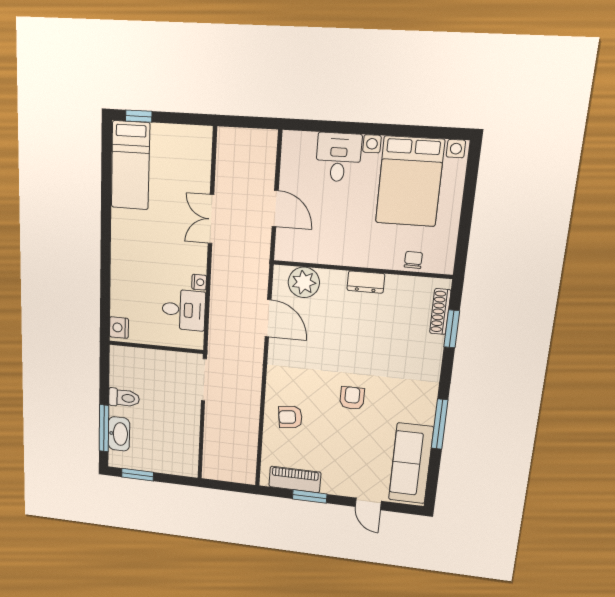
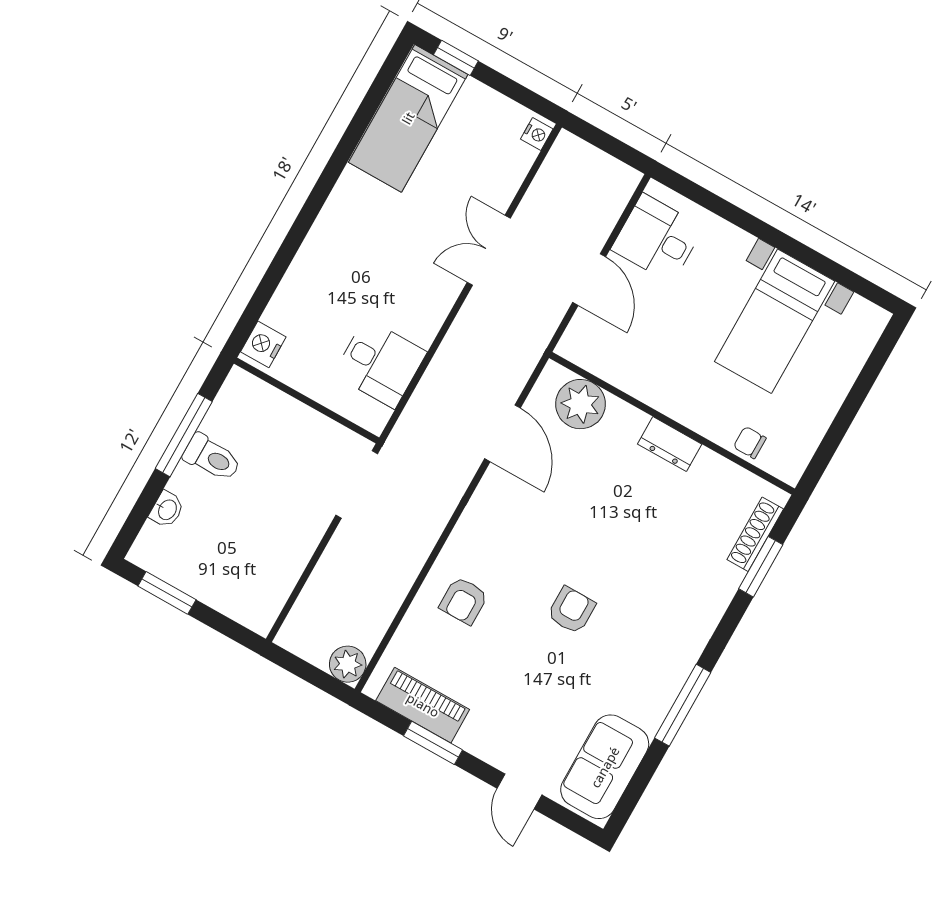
desk: (338, 157) -> (657, 238), moved, turned -90
bed with nightstands: (410, 181) -> (775, 321), width x0.73
chair: (413, 260) -> (750, 443), turned -91
nightstand: (199, 282) -> (537, 134), moved
armchair: (290, 417) -> (464, 601), turned -83
window: (104, 428) -> (184, 435), moved
washbasin: (119, 434) -> (167, 509), width x0.52, depth x0.69
sofa: (411, 463) -> (605, 767), width x0.73
plant: (245, 474) -> (348, 664), added

